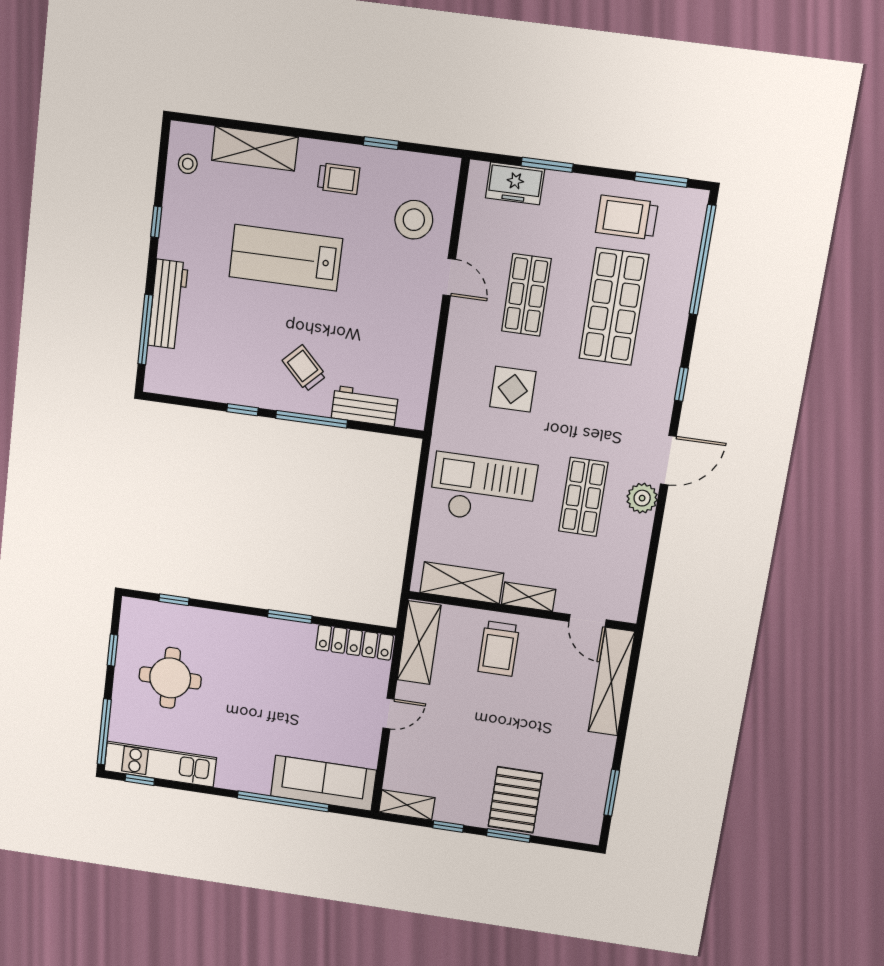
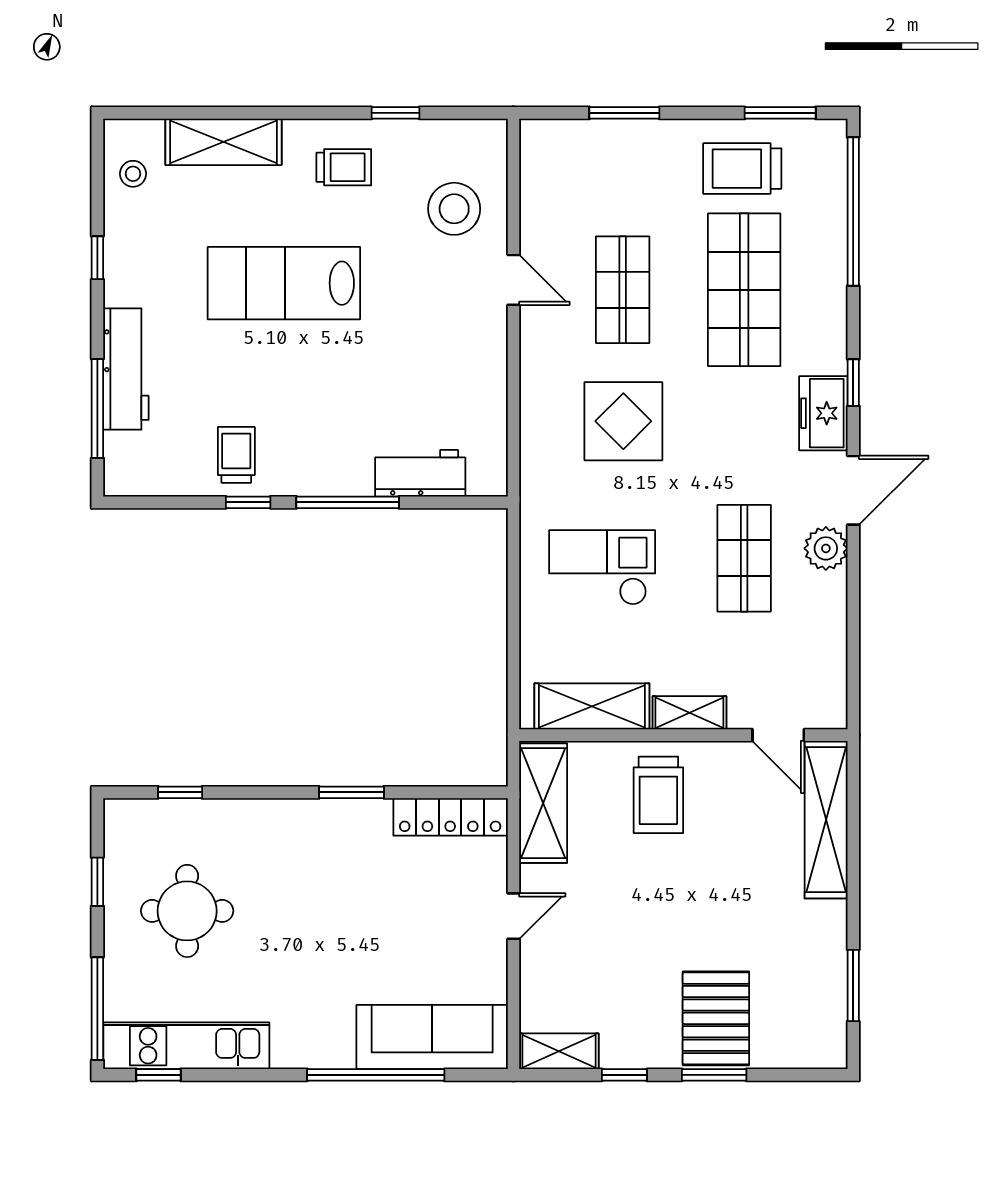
freezer: (515, 183) -> (823, 413), moved, turned 90
trolley: (304, 368) -> (236, 455), moved, turned 45
display table: (513, 389) -> (623, 421), width x1.36, depth x1.36
checkout: (483, 489) -> (602, 568), width x0.73, depth x0.83

